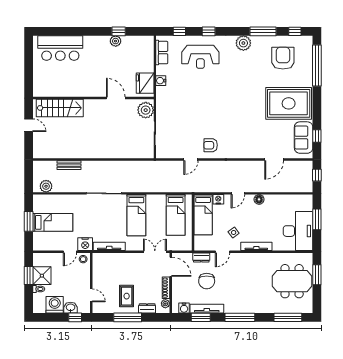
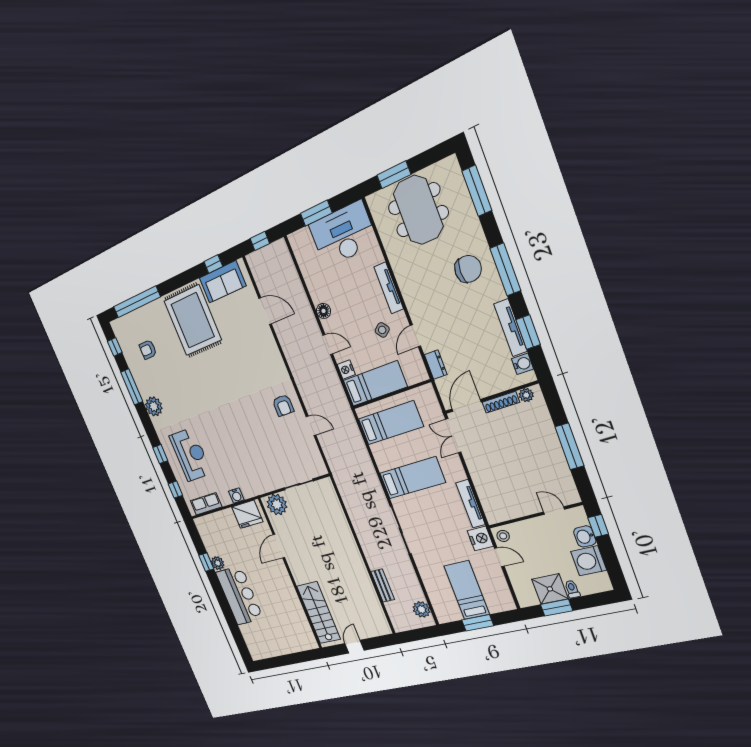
bar counter: (60, 48) -> (239, 596), moved
armchair: (283, 58) -> (148, 350), width x0.53, depth x0.53
door: (223, 252) -> (415, 336), swing flipped
chair: (207, 281) -> (468, 269), moved
door: (91, 295) -> (554, 511), hinge flipped
rug: (127, 296) -> (536, 458), removed
dresser: (147, 308) -> (544, 421), removed

